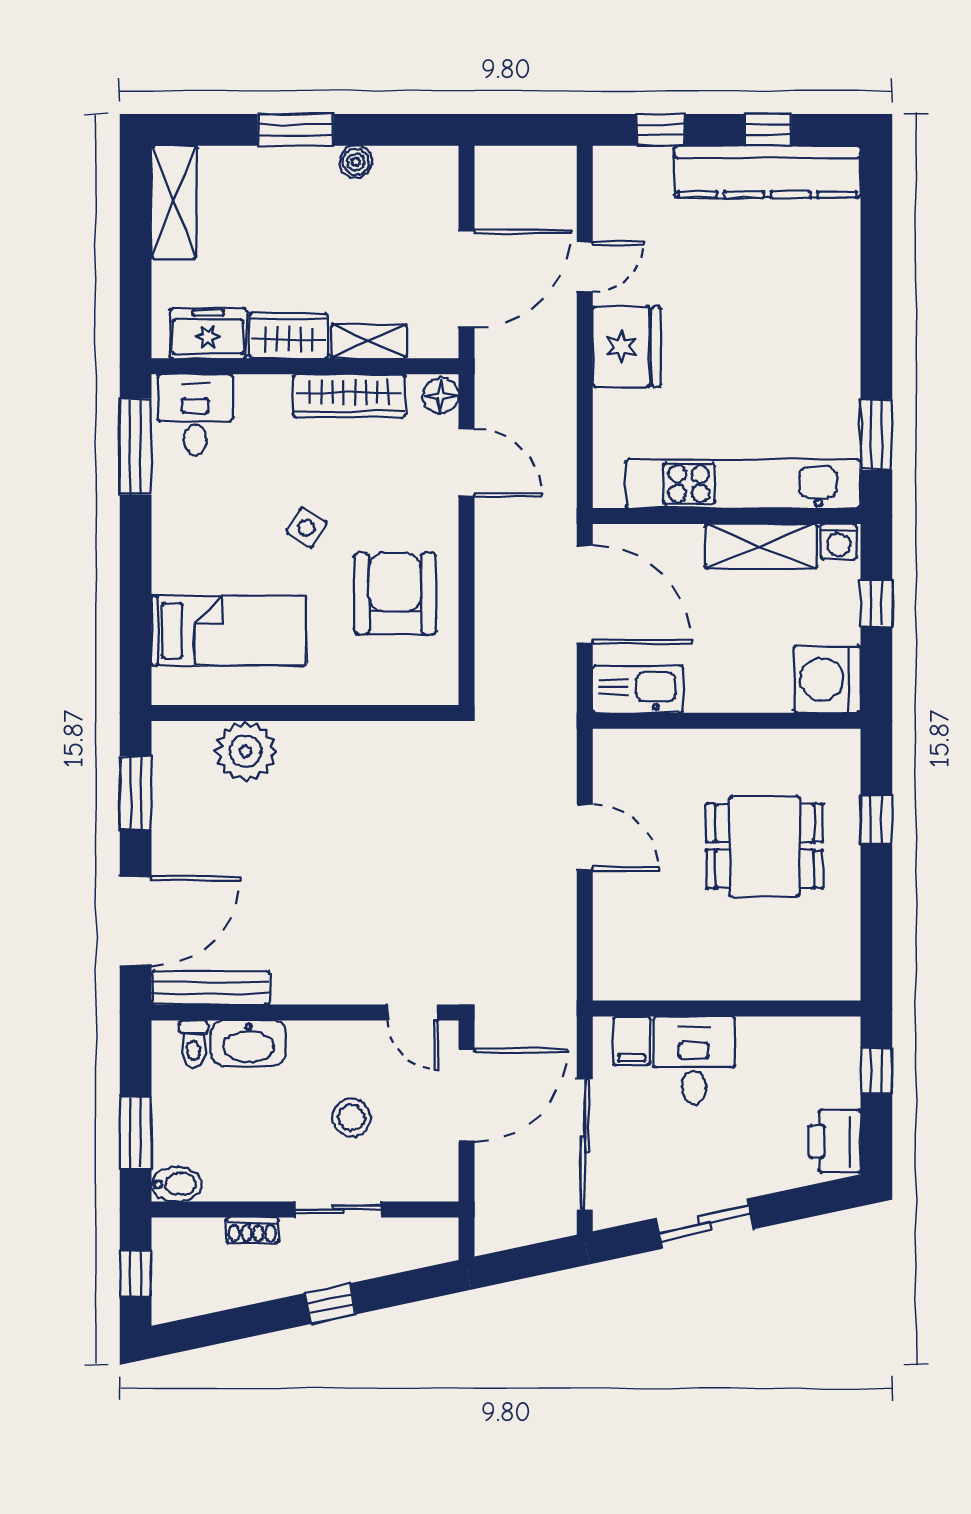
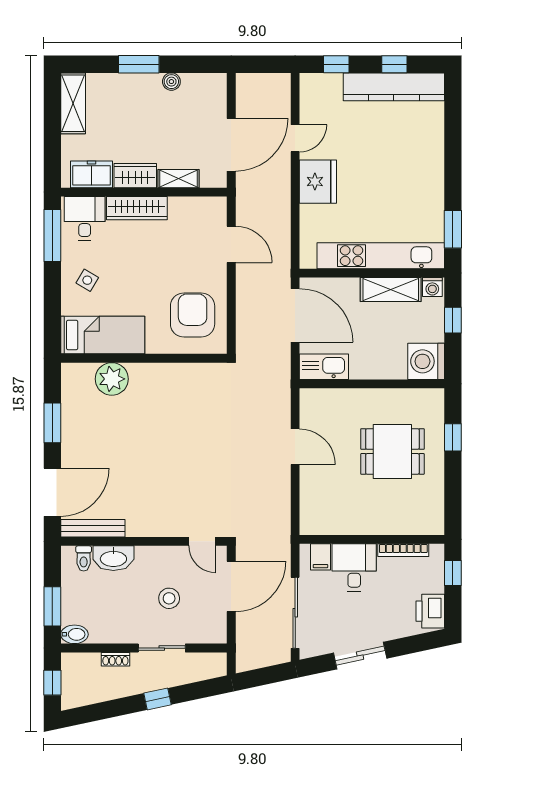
floor lamp: (441, 395) -> (217, 208), removed
wardrobe: (349, 396) -> (137, 208), moved
side table: (306, 528) -> (87, 280), moved
wall: (305, 713) -> (144, 358), moved
plant: (246, 751) -> (112, 379), moved
bookcase: (785, 1028) -> (403, 550), added

